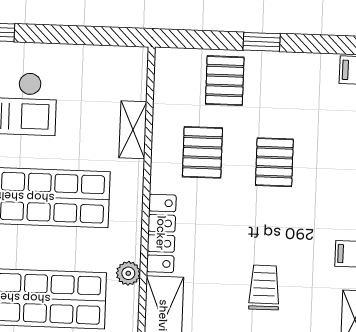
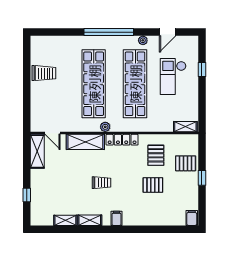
shelving: (133, 130) -> (185, 127), moved
pallet: (202, 152) -> (156, 155), turned 90

